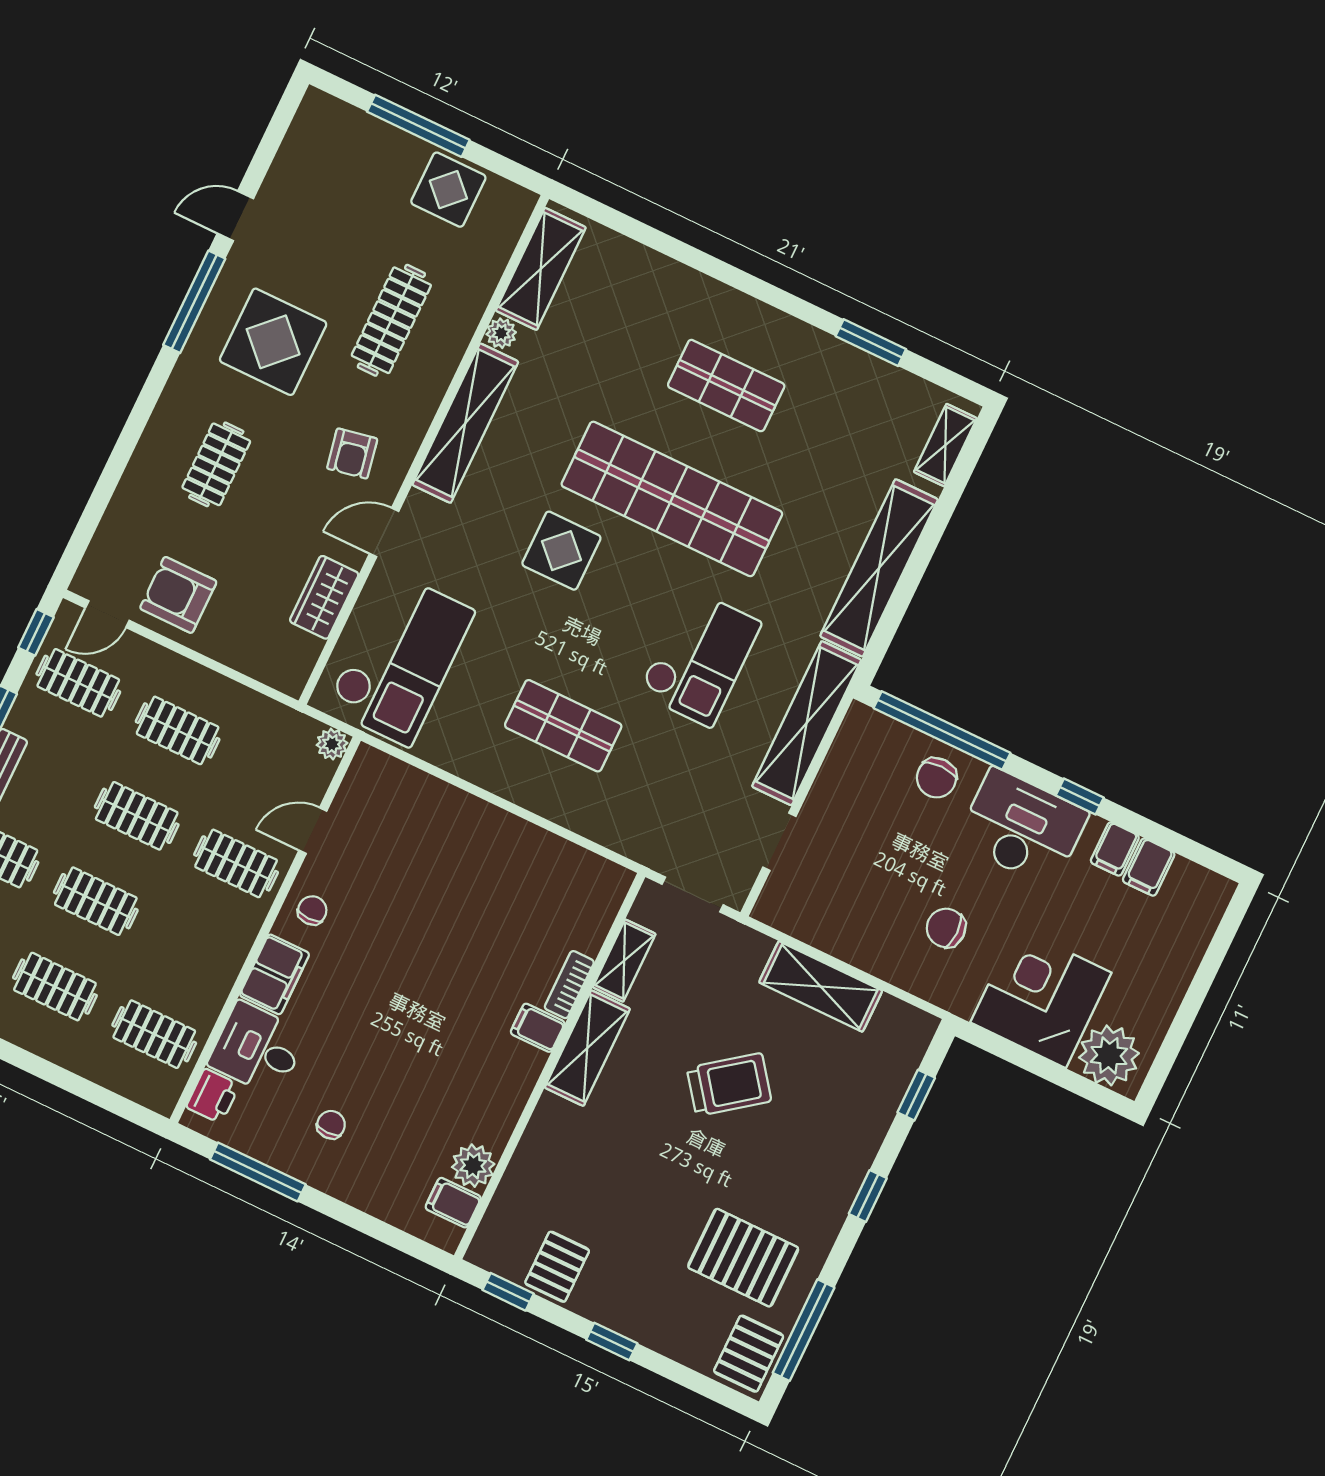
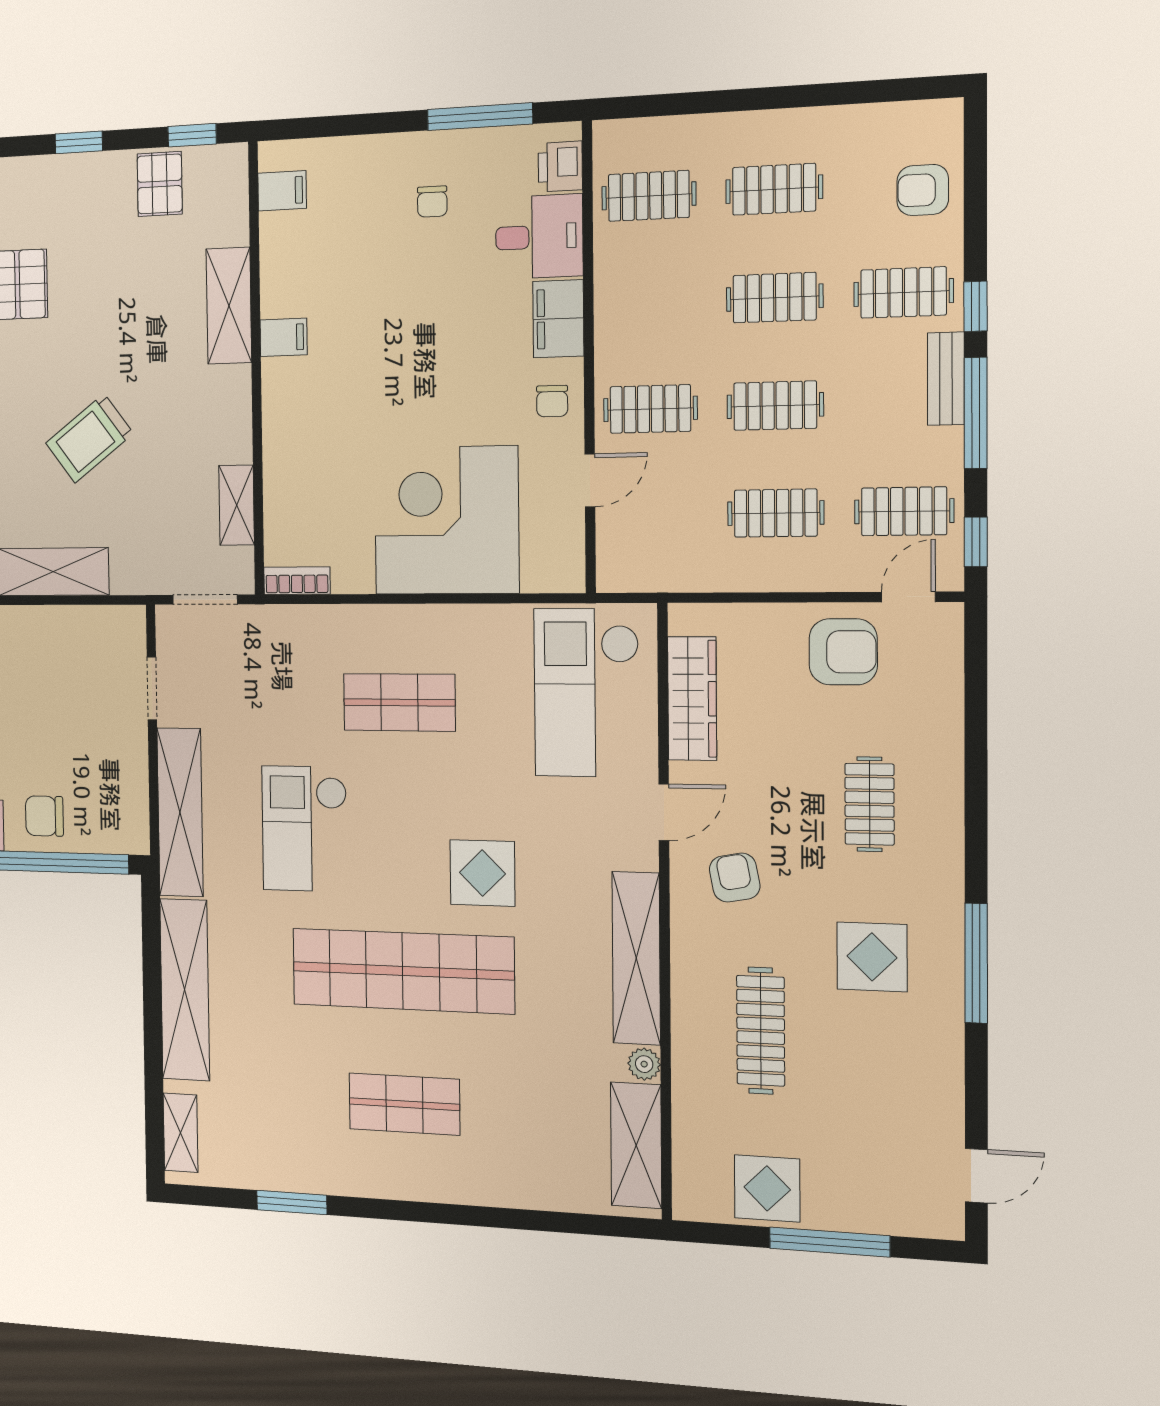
door: (235, 216) -> (976, 1176), moved
display table: (273, 342) -> (872, 957), width x0.73, depth x0.73
wardrobe: (324, 597) -> (692, 699), width x1.50
plant: (332, 744) -> (613, 576), removed
chair: (936, 778) -> (44, 816), turned -90
corner desk: (448, 857) -> (446, 520), added
bookcase: (569, 985) -> (297, 581), moved, turned -90
filing cabinet: (538, 1028) -> (284, 337), moved
shelving: (587, 1048) -> (229, 306), moved
plant: (473, 1166) -> (281, 236), removed

